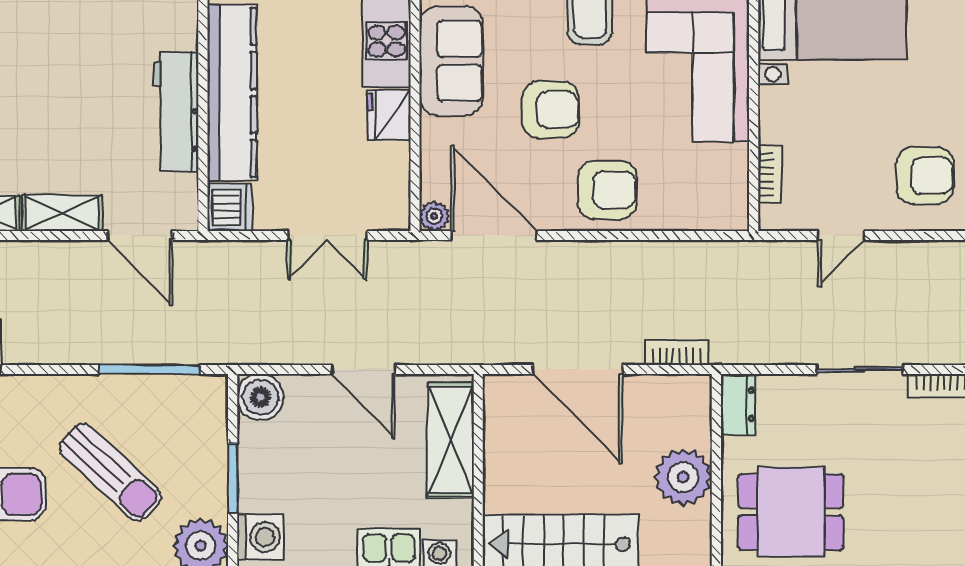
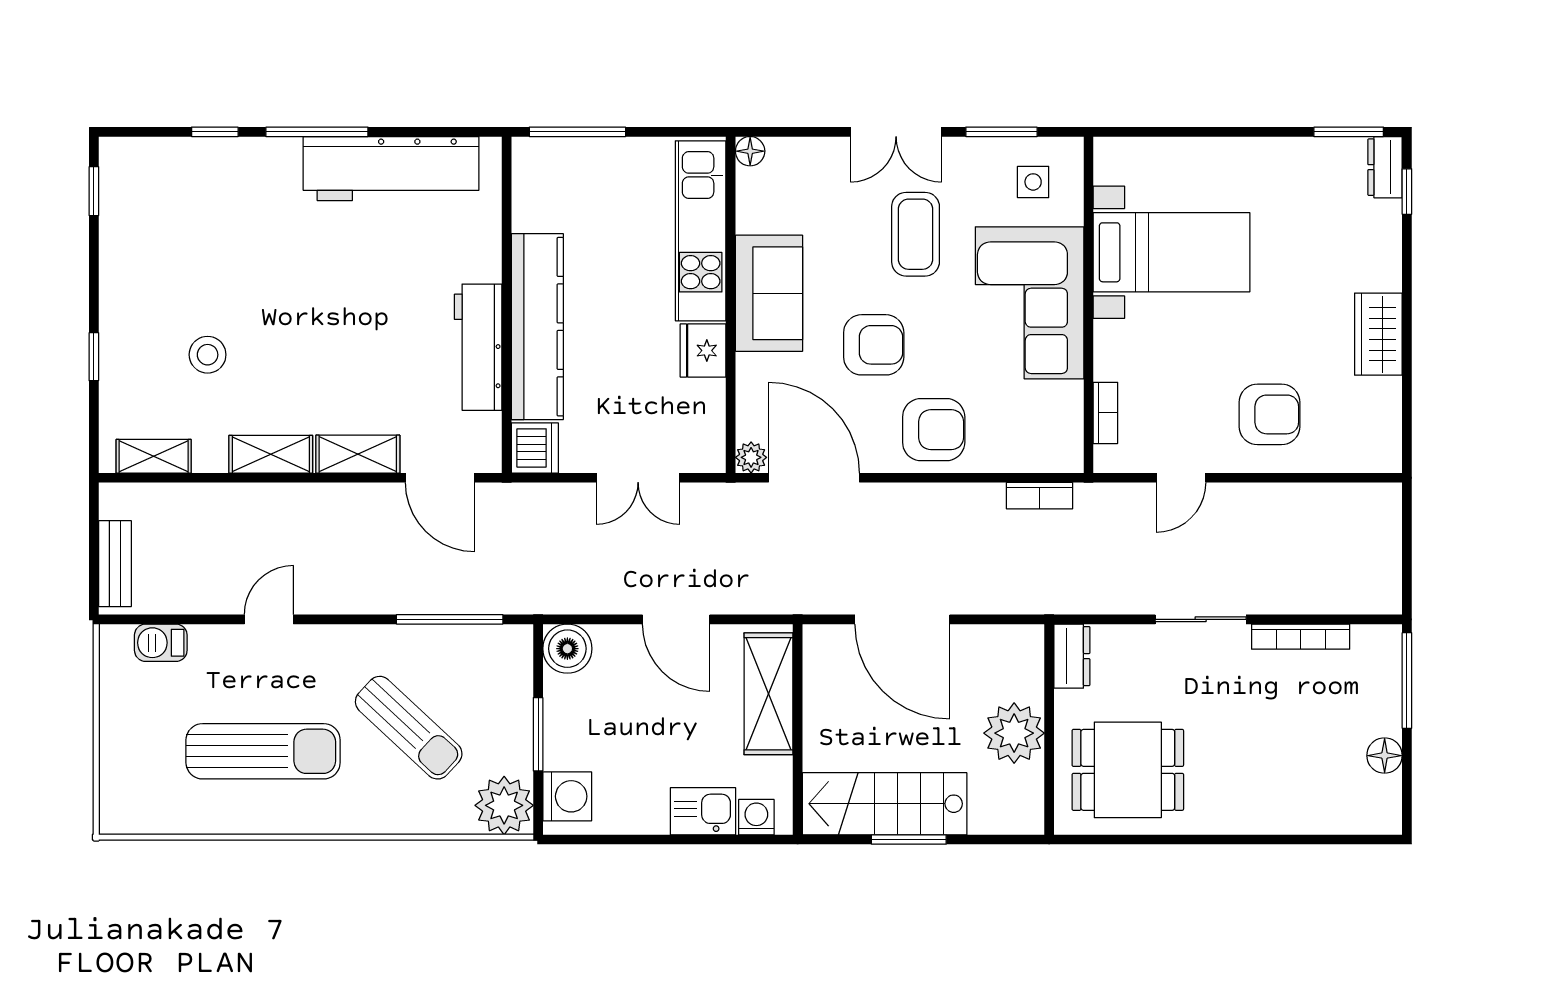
bookcase: (677, 352) -> (1040, 496), moved, turned 180

